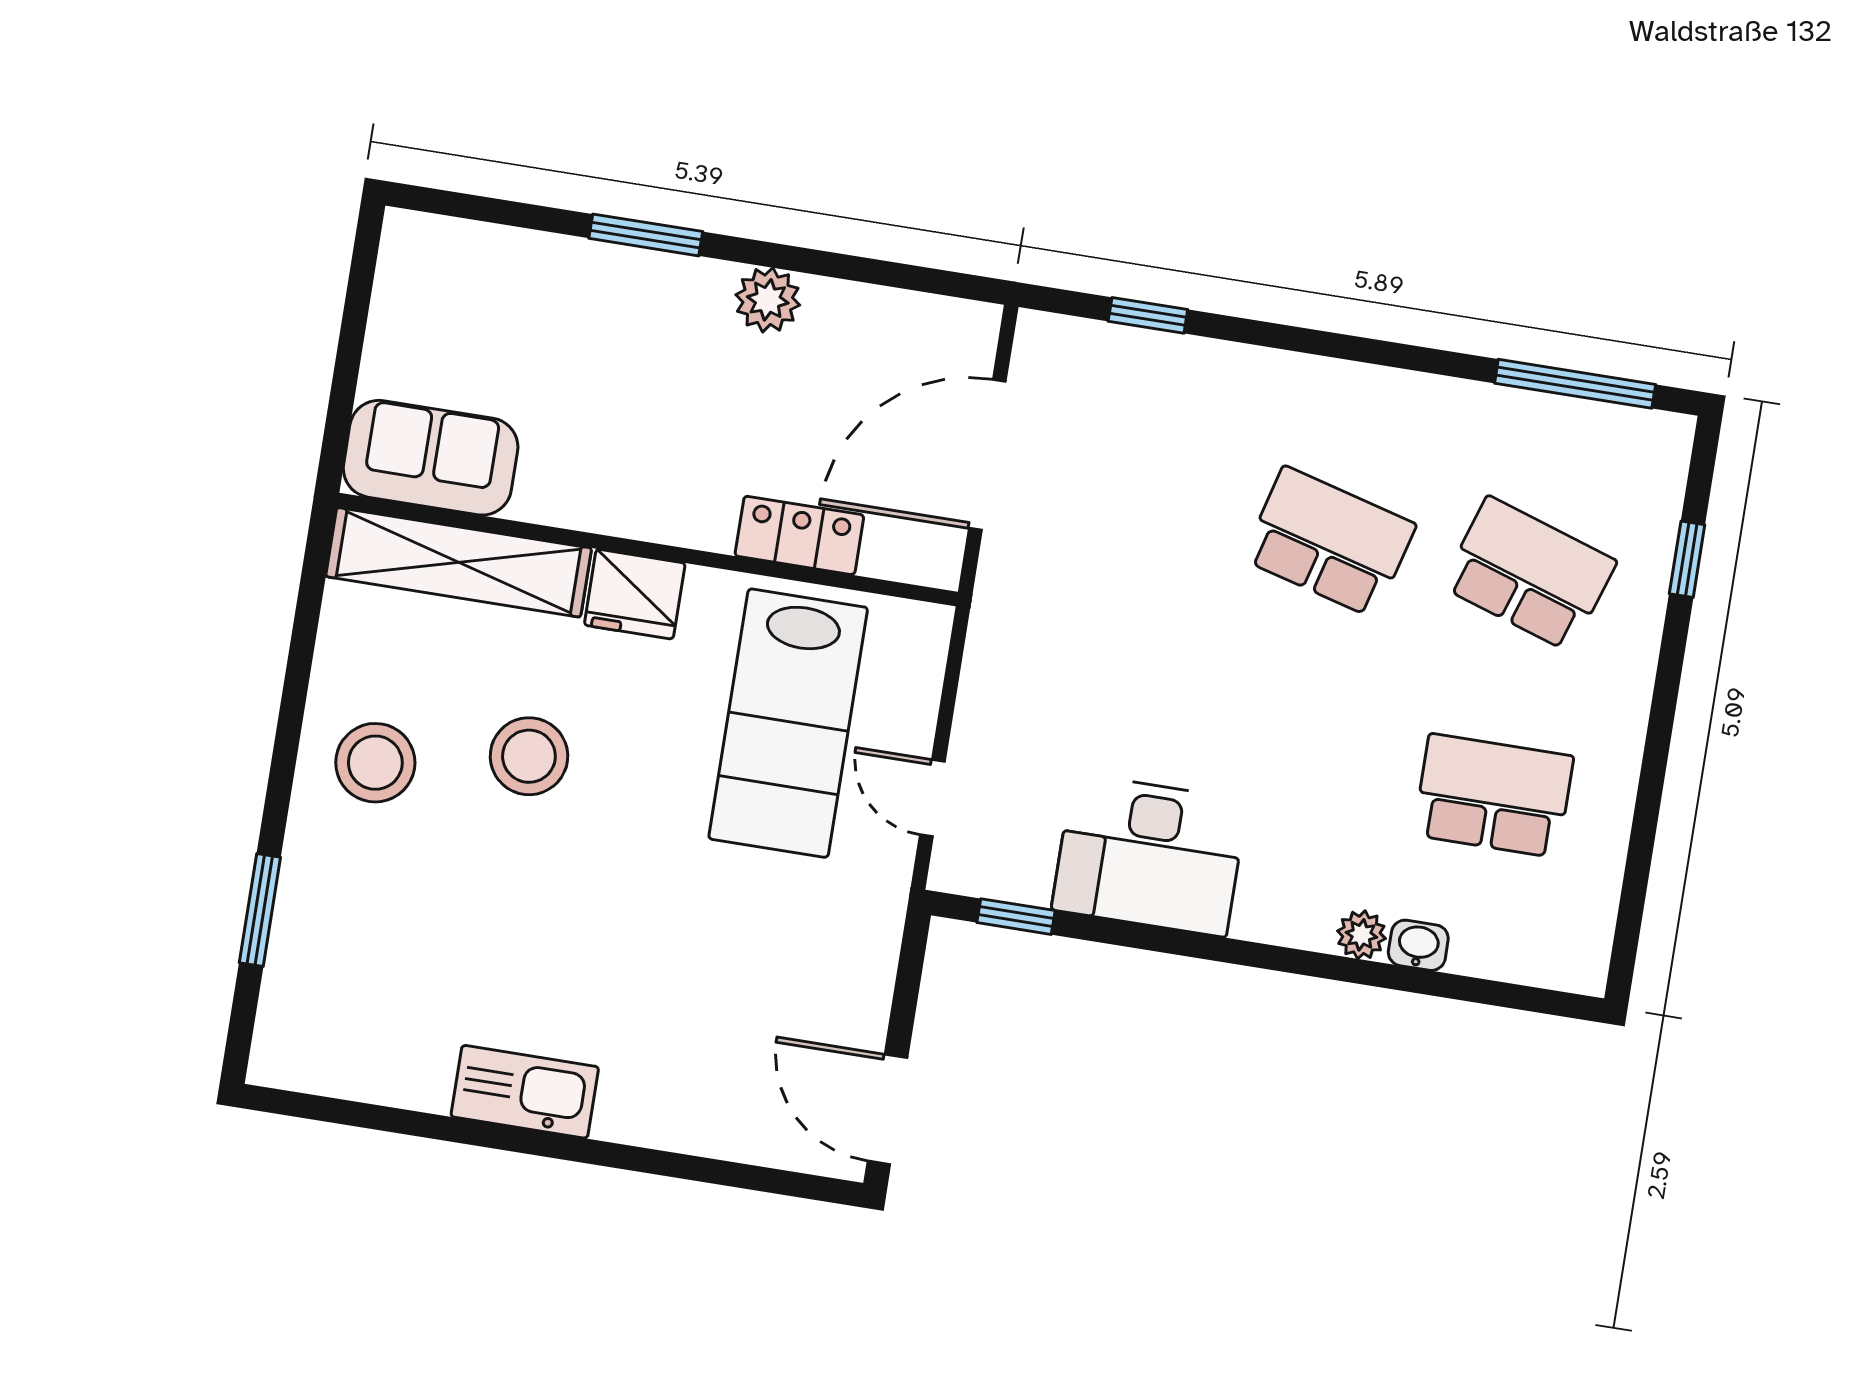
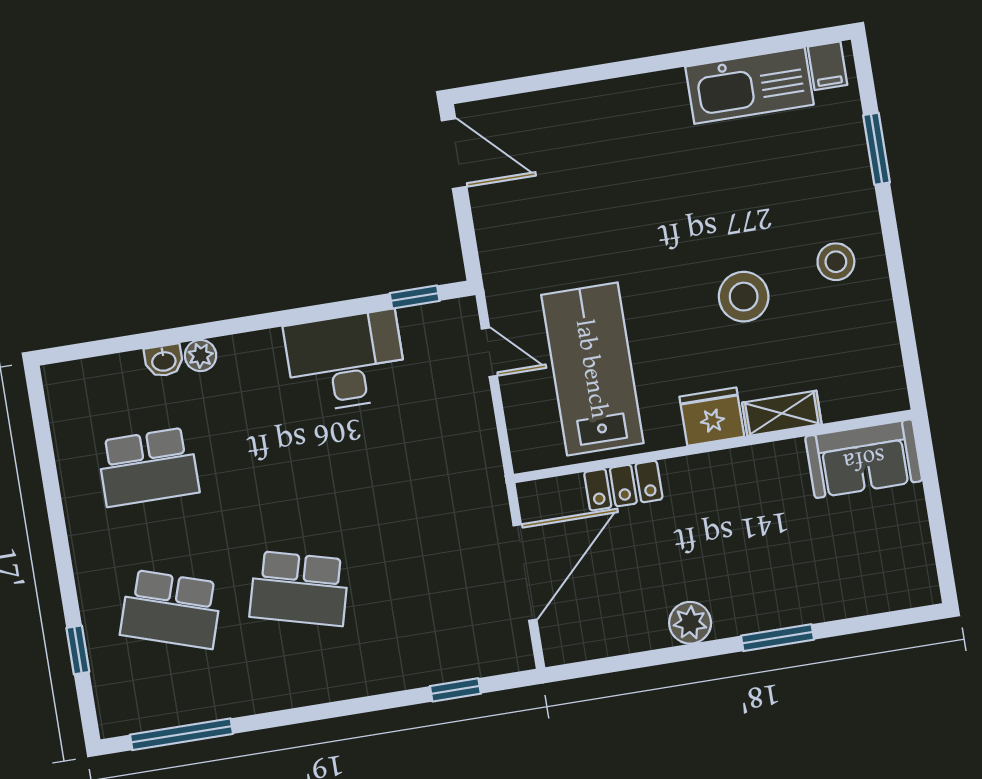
shelving: (459, 562) -> (782, 413), width x0.45, depth x0.75
stool: (375, 763) -> (836, 262), width x0.73, depth x0.73
filing cabinet: (292, 1057) -> (828, 66), added
kitchen sink: (525, 1092) -> (749, 86), moved, width x1.36, depth x1.24

